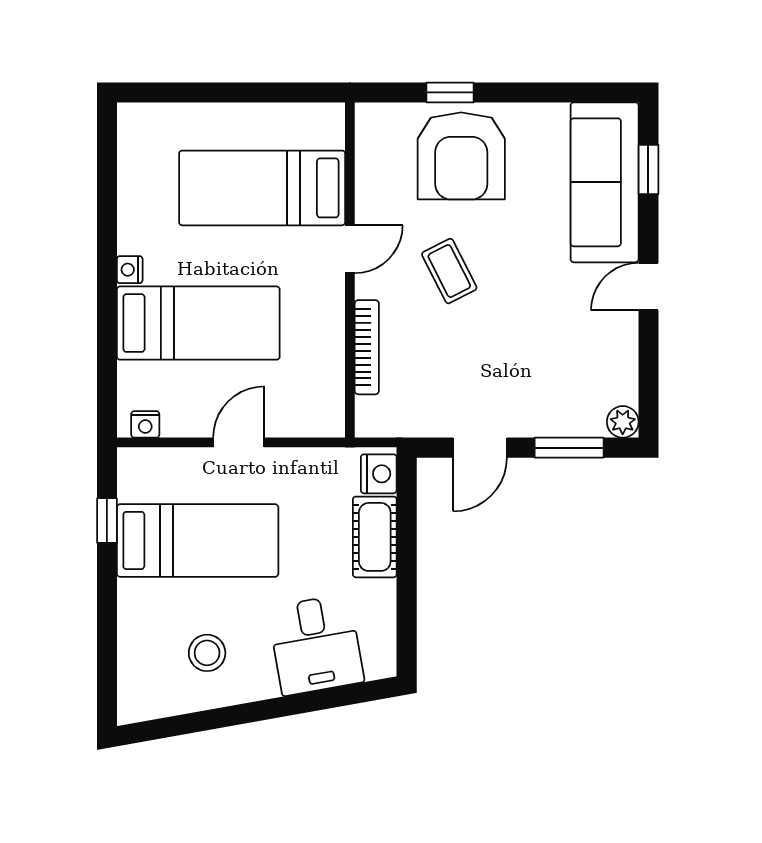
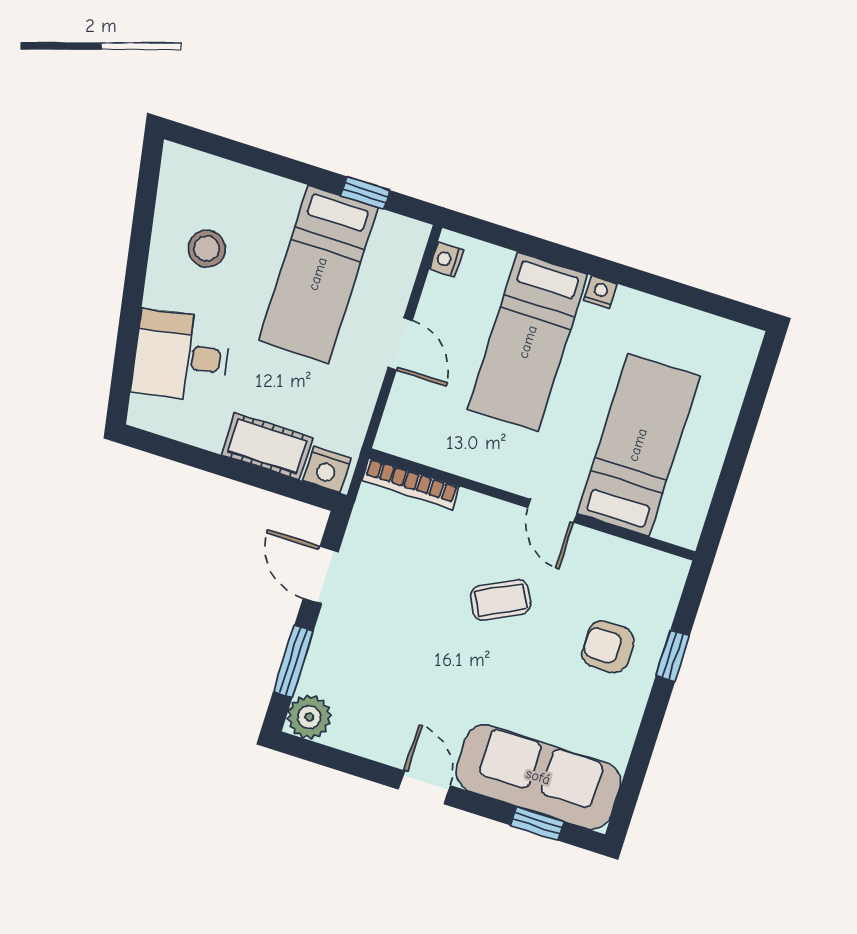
armchair: (461, 156) -> (608, 647), width x0.53, depth x0.53
bookcase: (367, 347) -> (411, 483), moved
plant: (623, 422) -> (309, 717), width x1.38, depth x1.38

